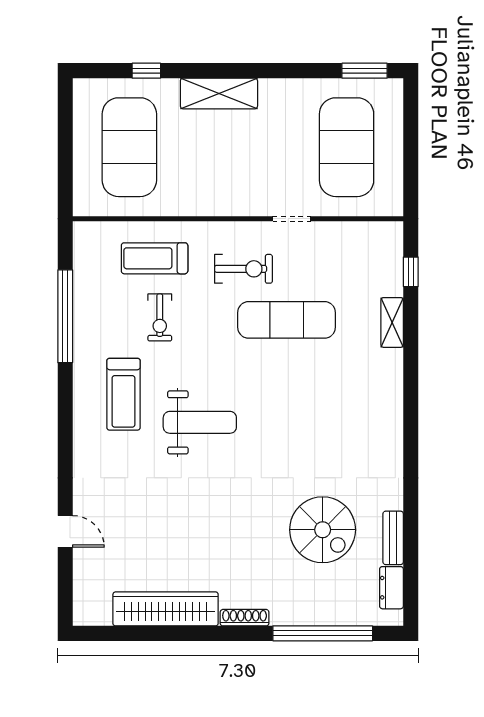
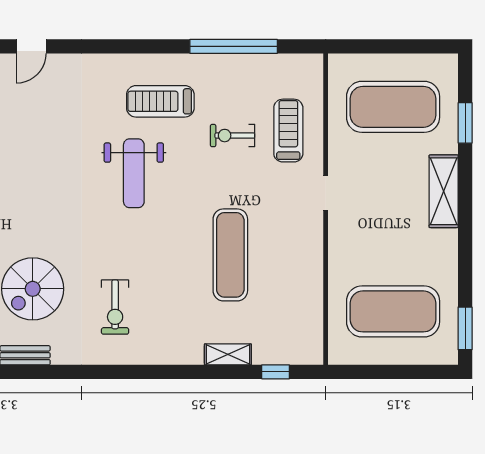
window: (146, 71) -> (465, 123), width x1.50
doorway: (292, 219) -> (326, 193), moved
exercise bike: (243, 269) -> (115, 307), moved

